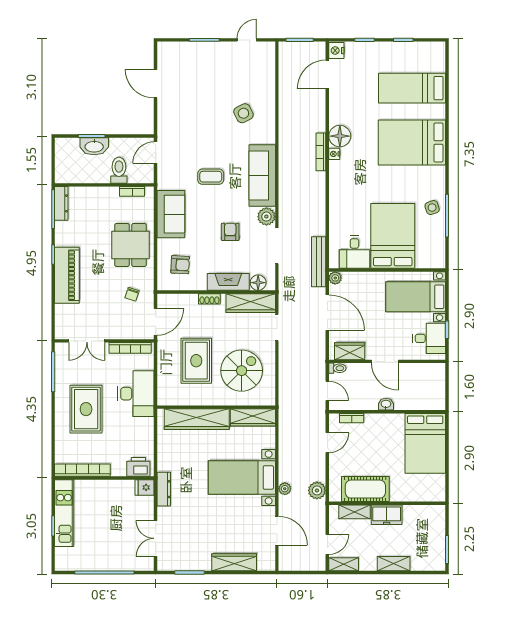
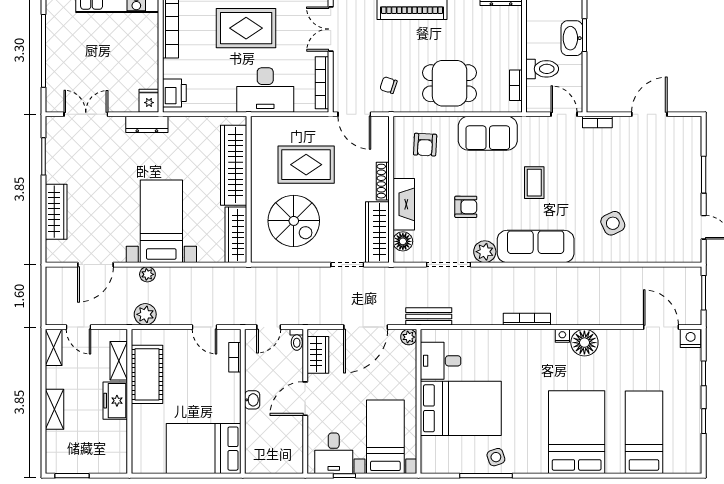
bookcase: (162, 126) -> (597, 122), added
bookcase: (321, 152) -> (527, 319), moved
bench: (319, 262) -> (429, 316), width x0.73
shoe rack: (209, 299) -> (383, 181), width x1.43

